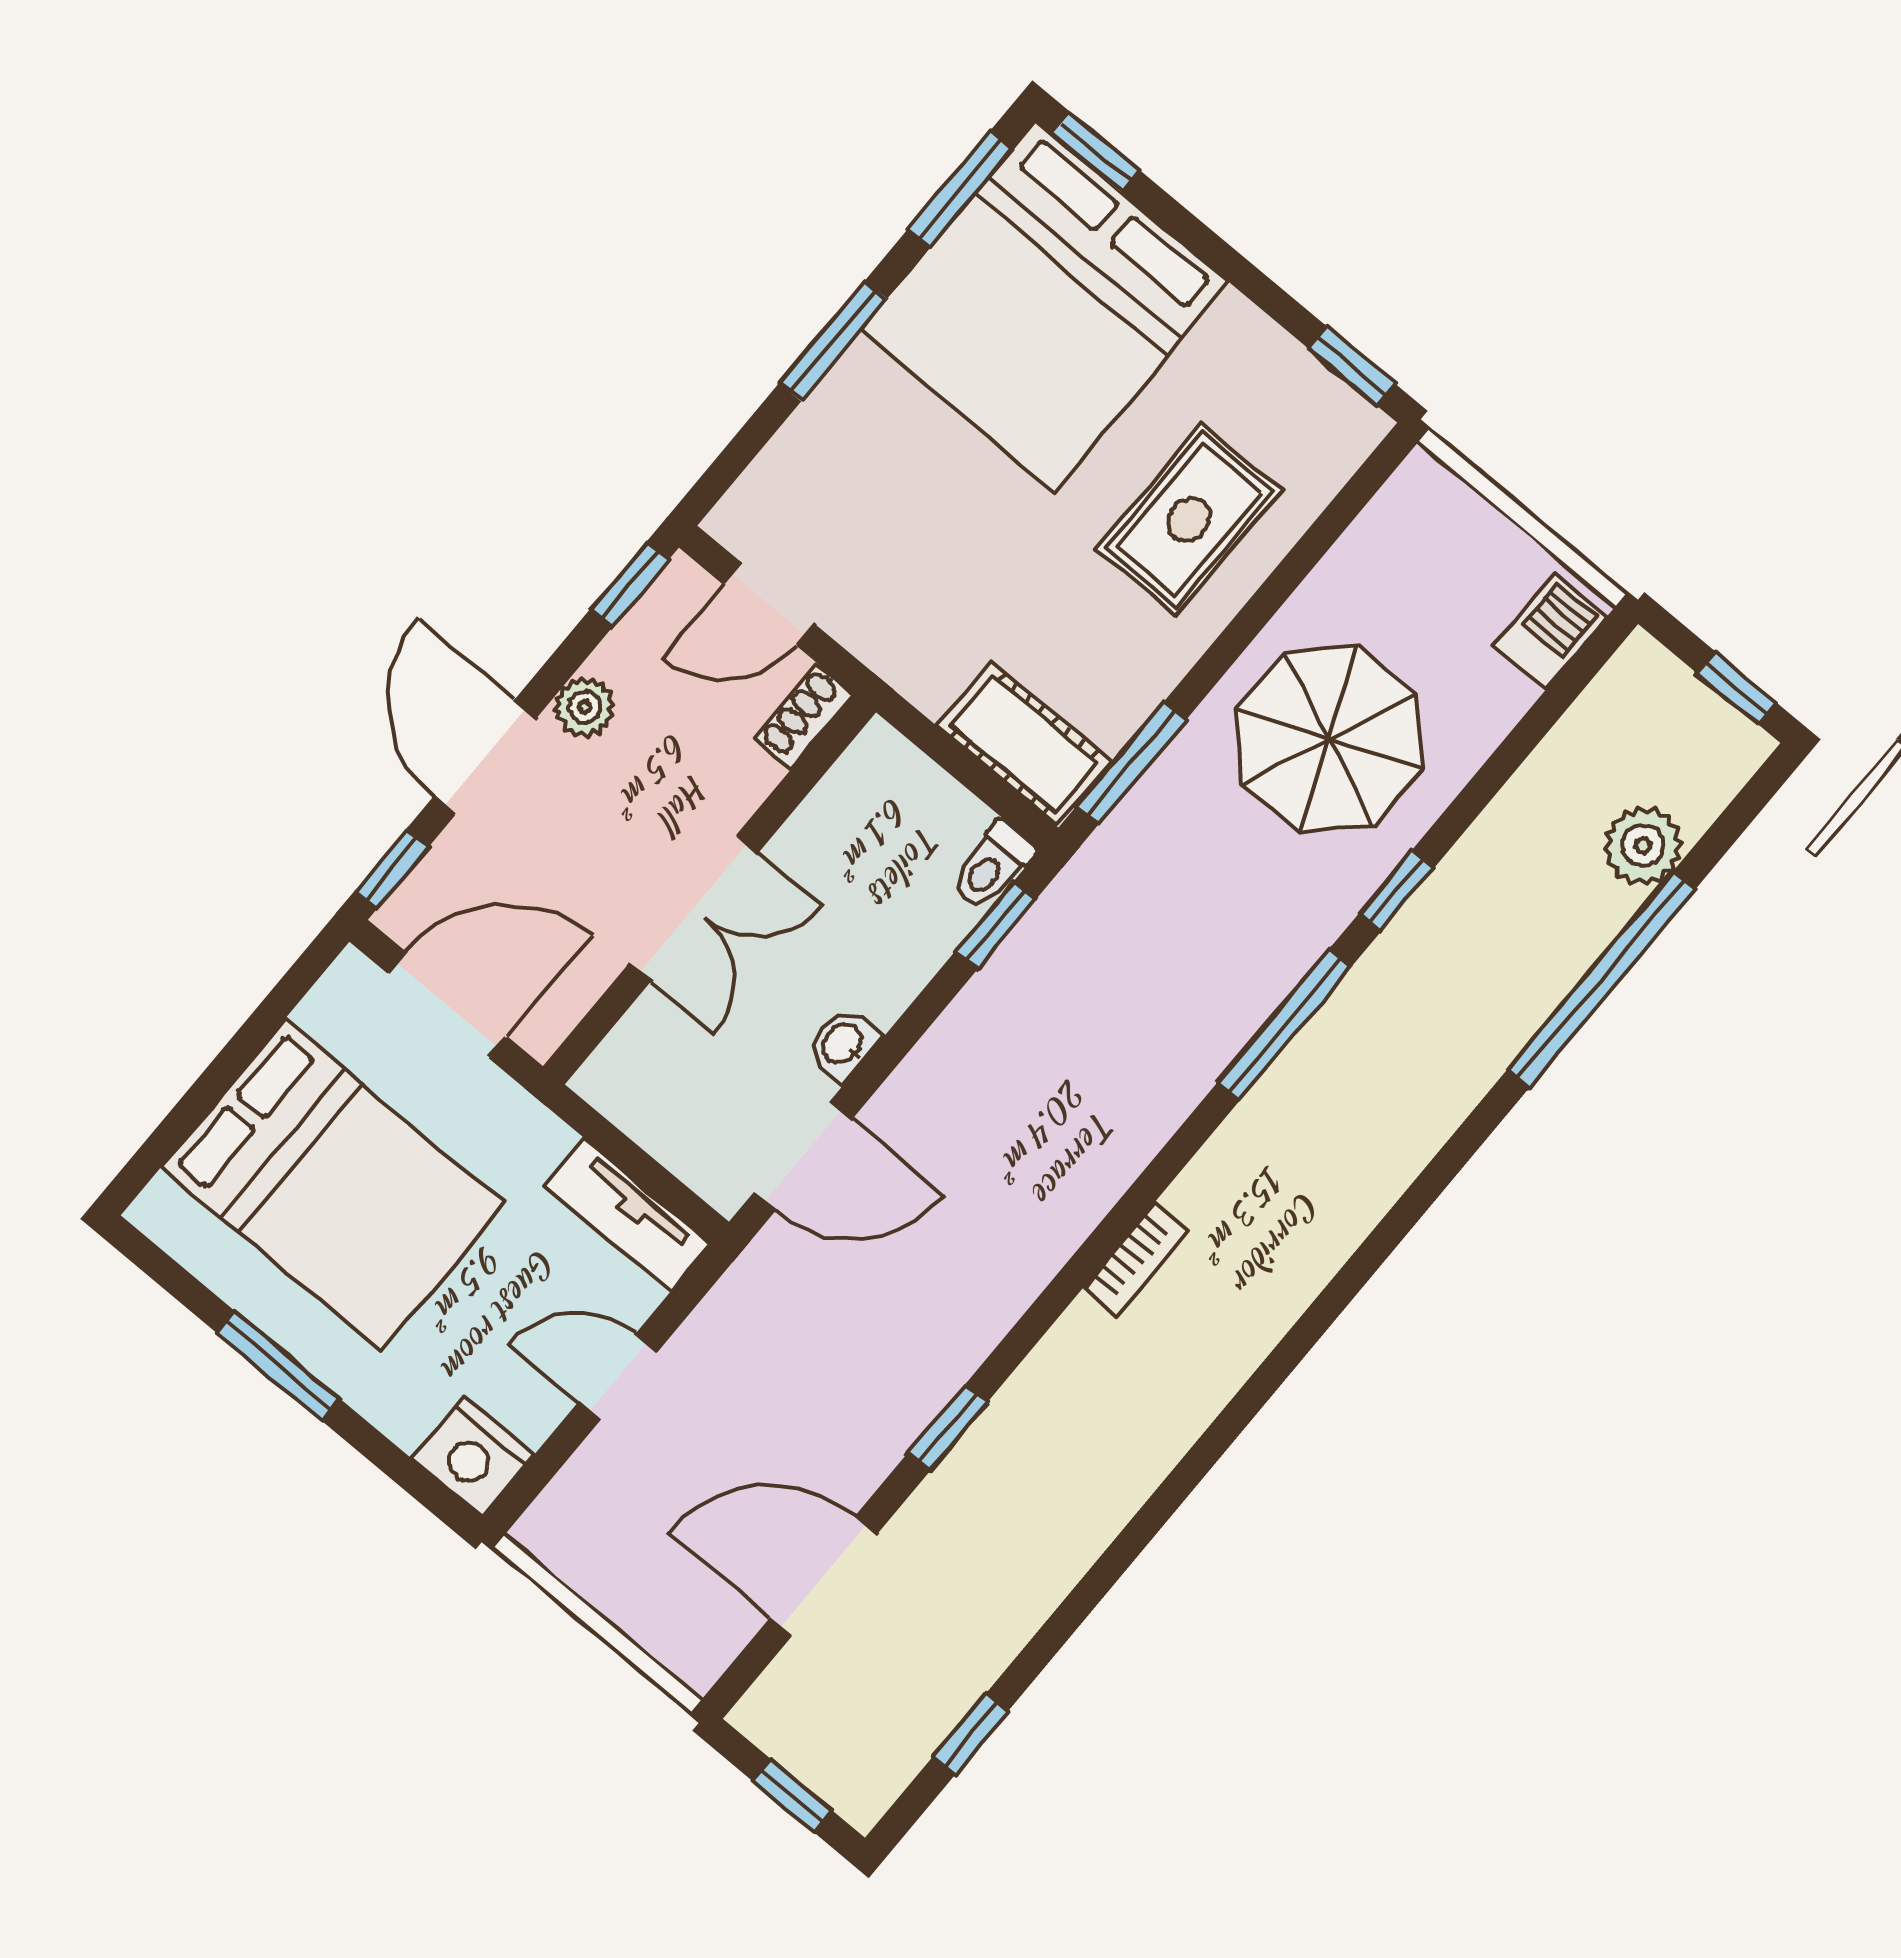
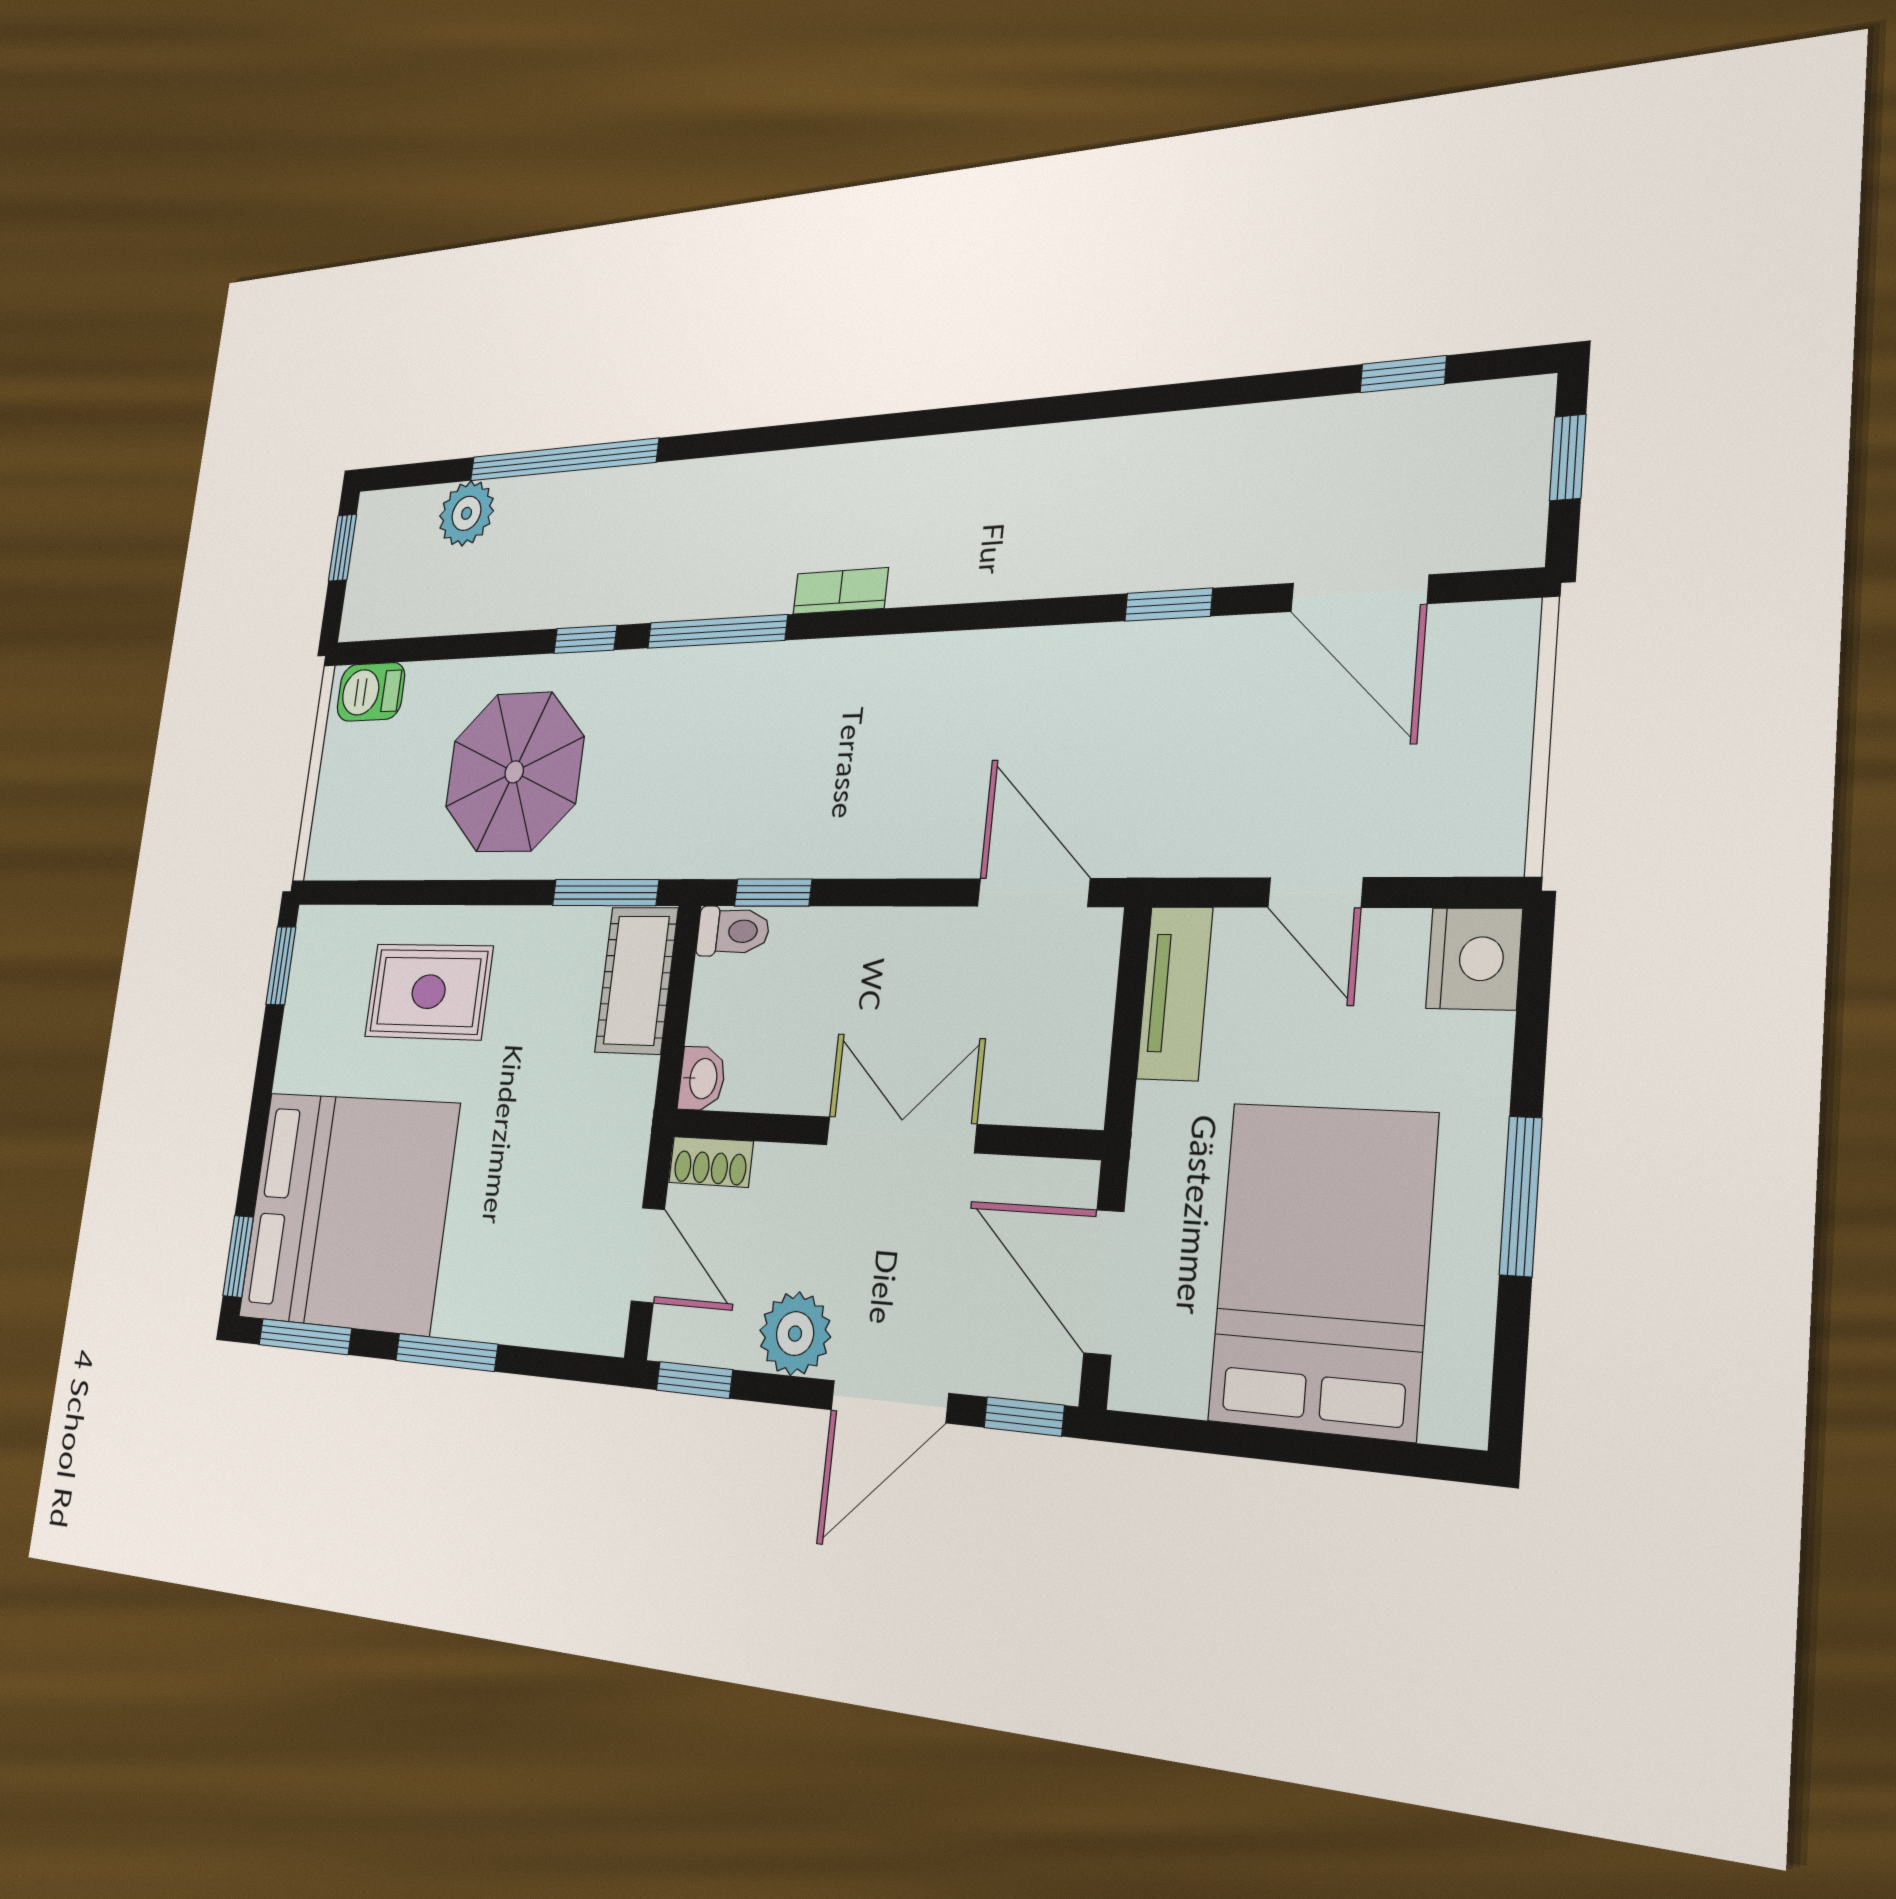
plant: (585, 707) -> (795, 1334), width x1.38, depth x1.38
washbasin: (843, 1044) -> (702, 1079), moved, turned -90
bookcase: (1136, 1258) -> (841, 591), moved

